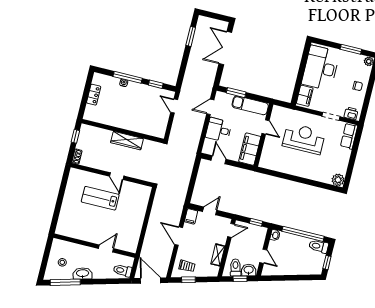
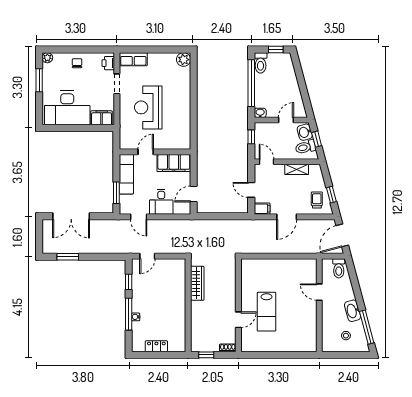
wardrobe: (127, 141) -> (197, 283), moved
door: (117, 176) -> (238, 320), moved

